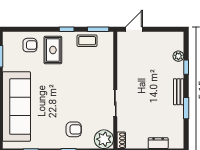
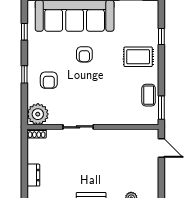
window: (67, 29) -> (161, 37), moved
armchair: (30, 45) -> (84, 54), moved

